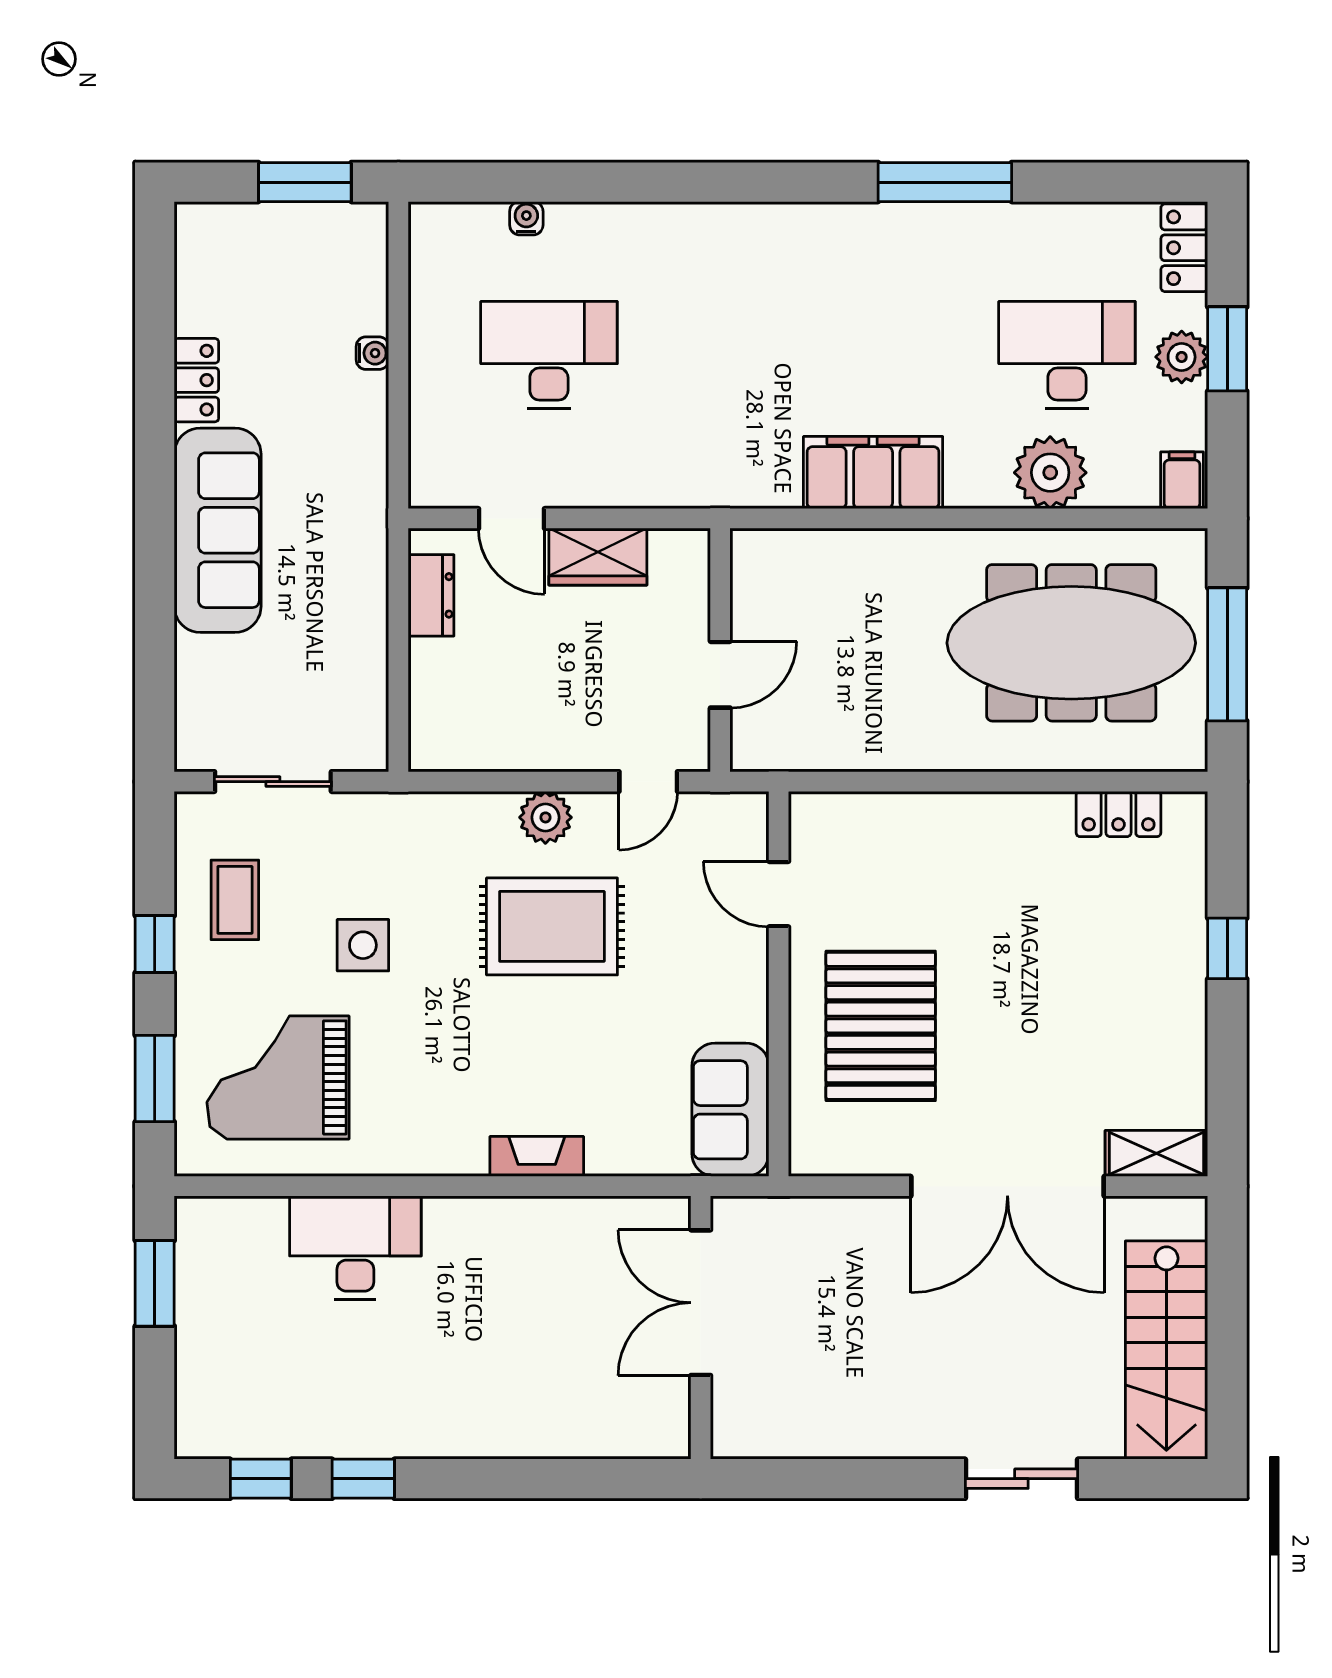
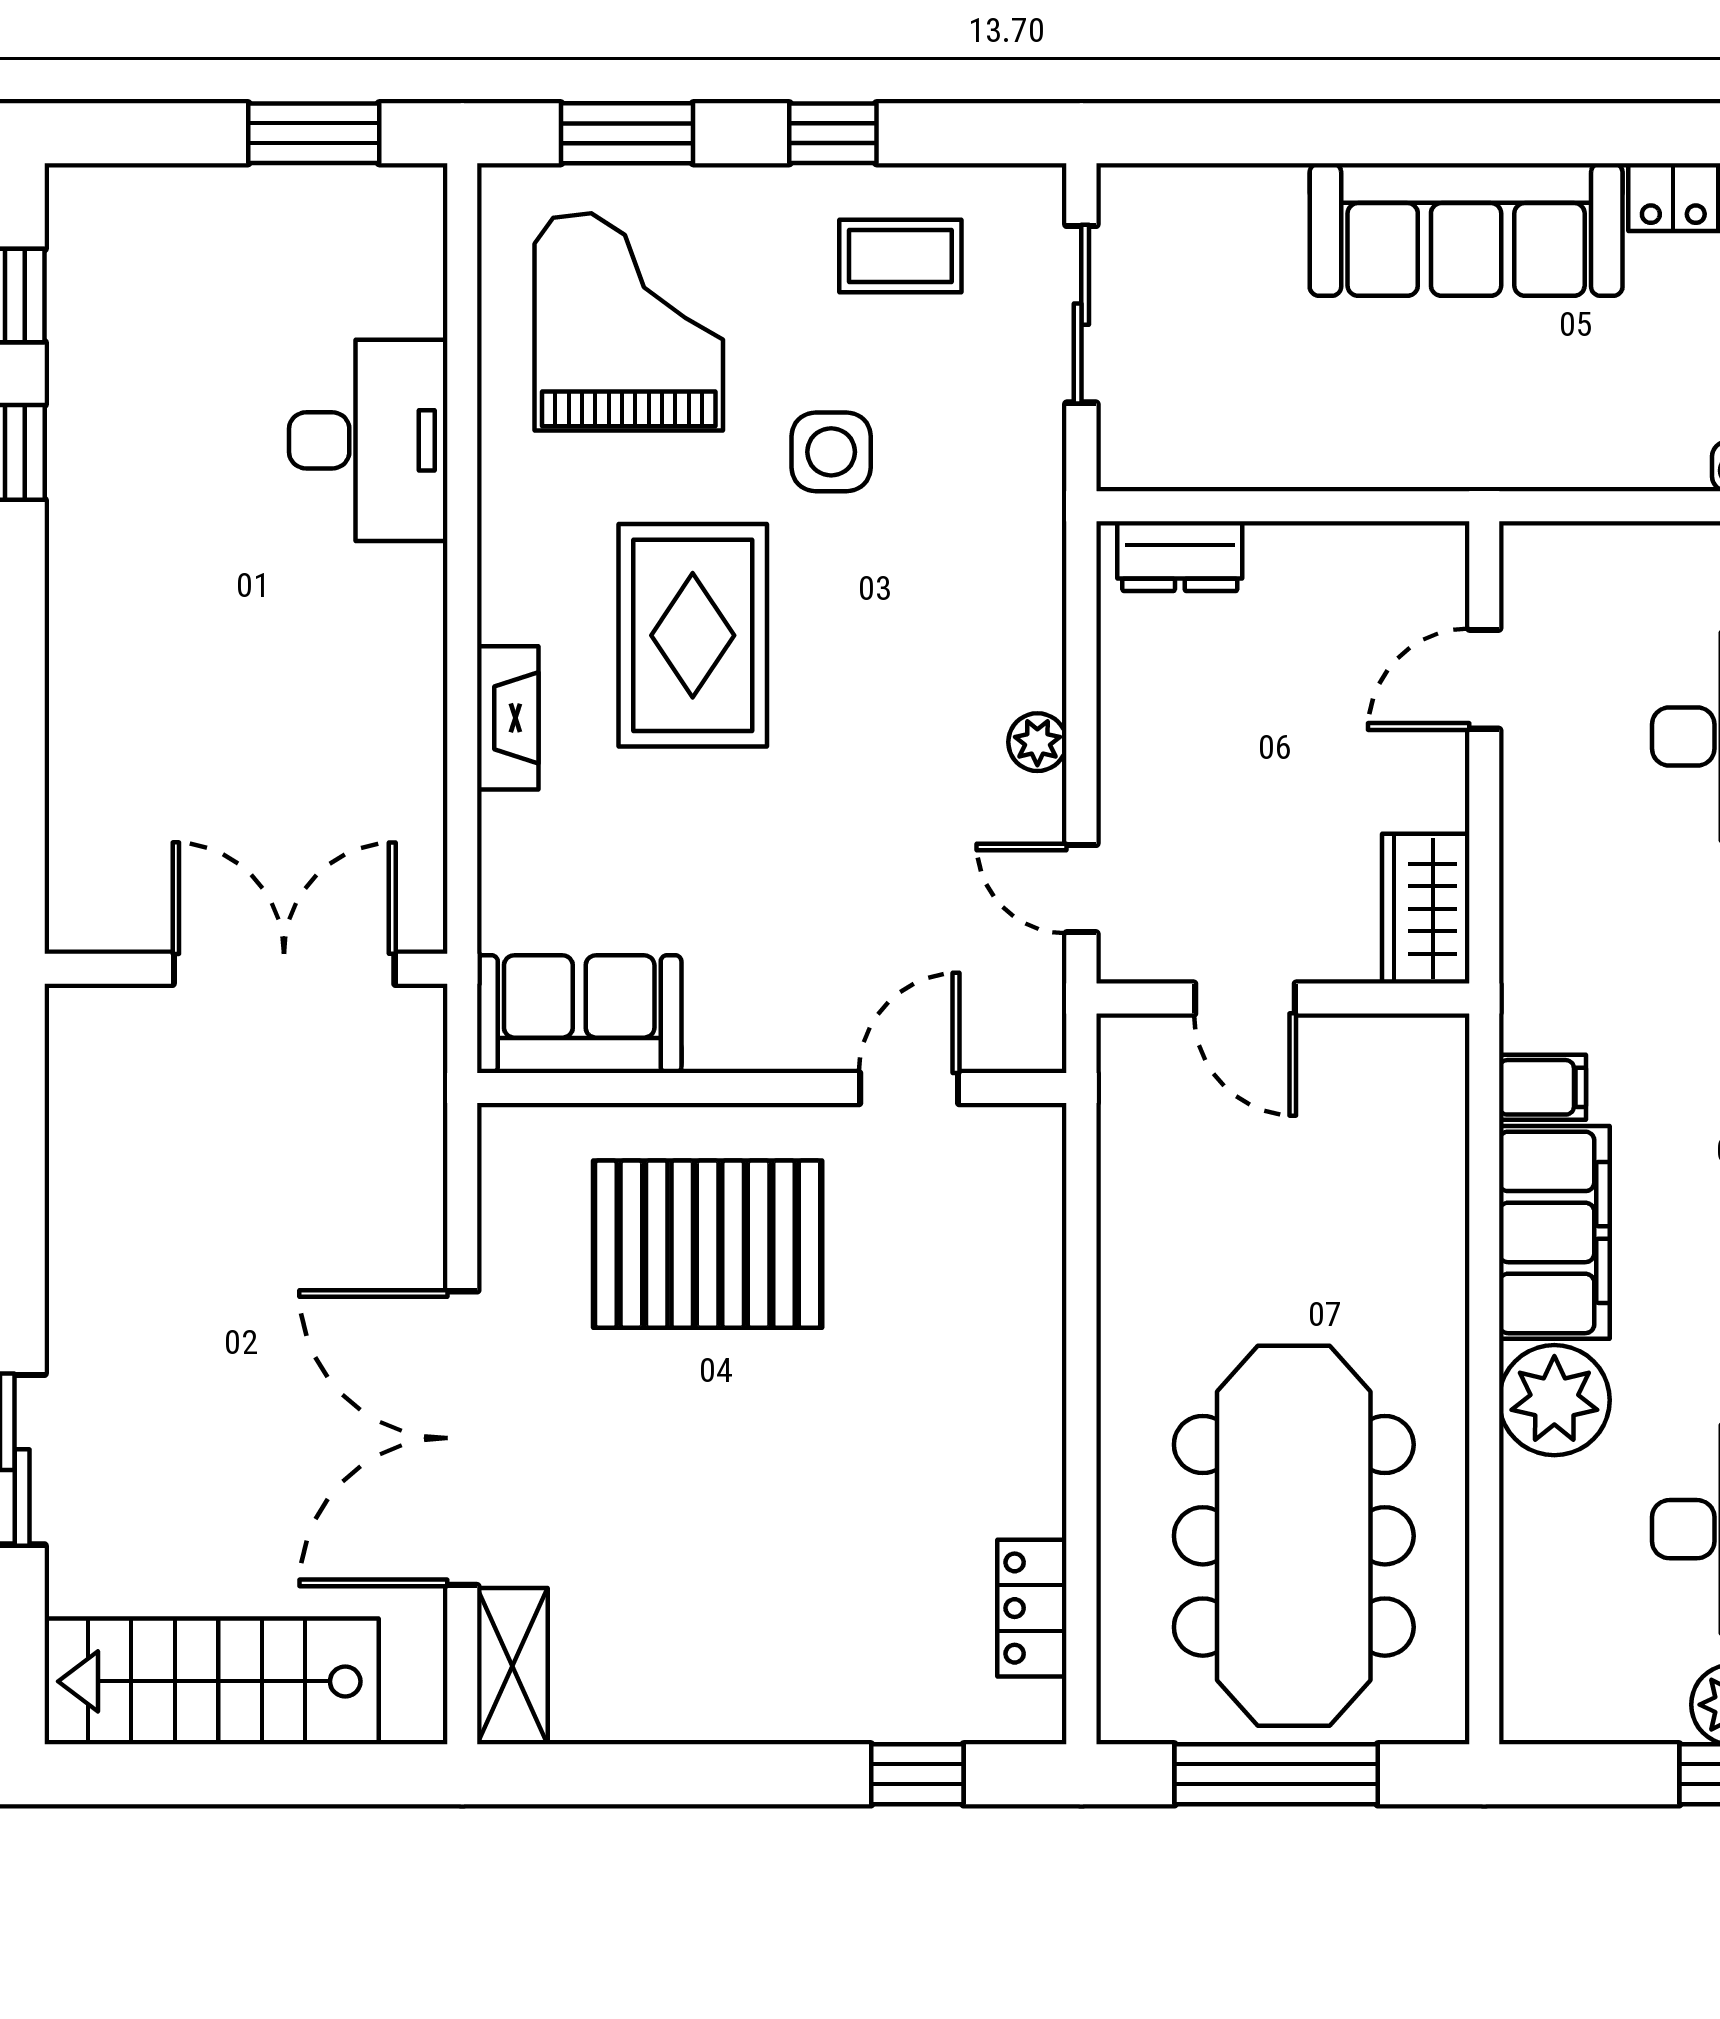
plant: (1050, 473) -> (1554, 1400), moved
filing cabinet: (1182, 480) -> (1543, 1087), moved
wardrobe: (598, 557) -> (1426, 909), moved
dresser: (431, 595) -> (1180, 556), moved
plant: (545, 817) -> (1037, 742), width x0.73, depth x0.73
rug: (552, 926) -> (693, 635), moved
window: (1227, 948) -> (917, 1774), moved

